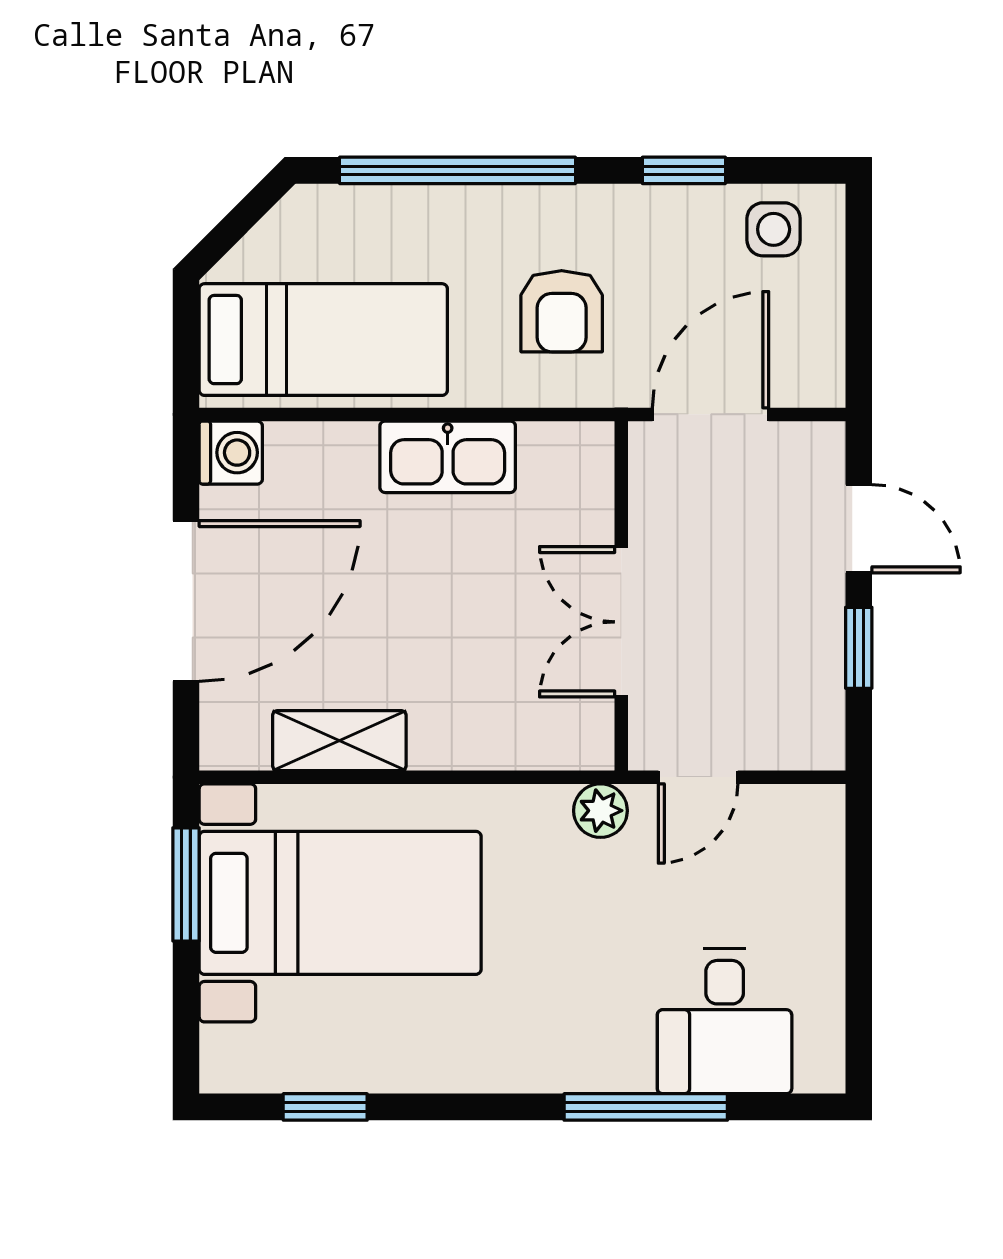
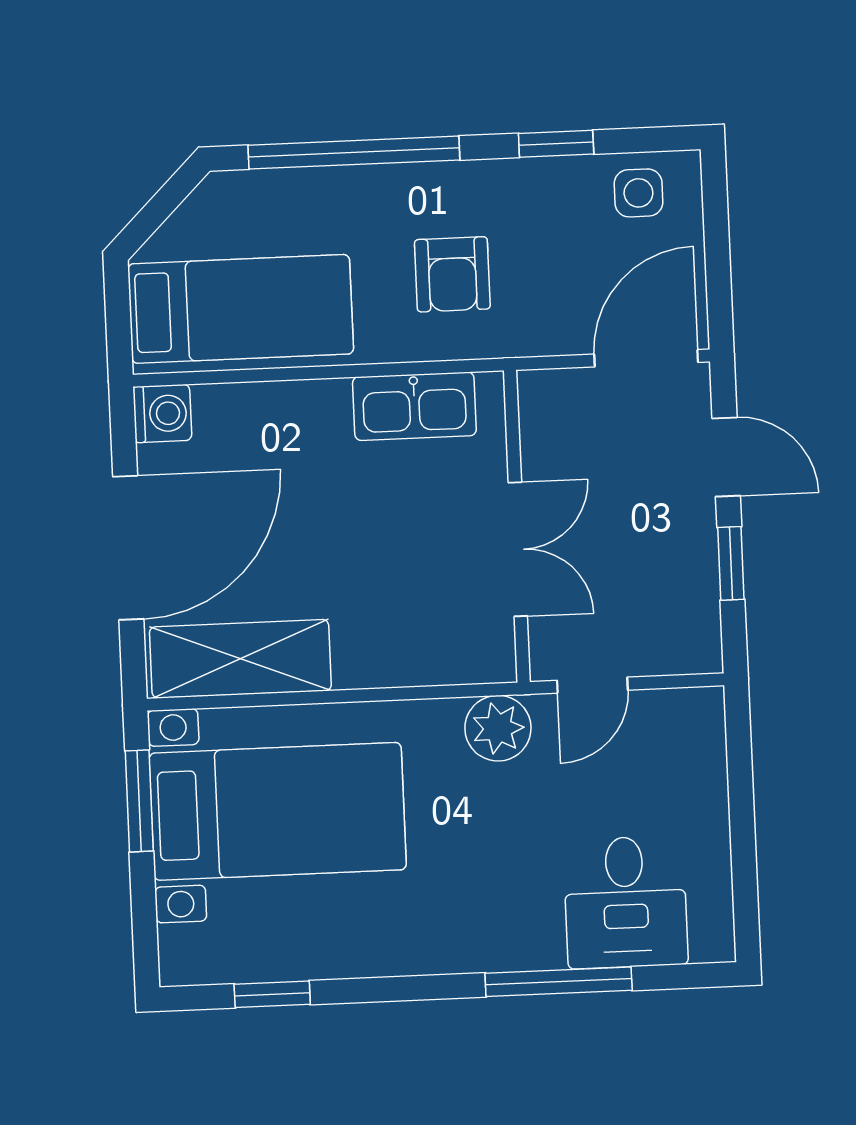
door: (711, 414) -> (646, 358), moved
kitchen sink: (448, 457) -> (414, 406), moved
double door: (621, 622) -> (518, 549), swing flipped
shelving: (339, 741) -> (240, 659), width x1.50, depth x1.33
plant: (600, 811) -> (498, 728), width x1.38, depth x1.38

